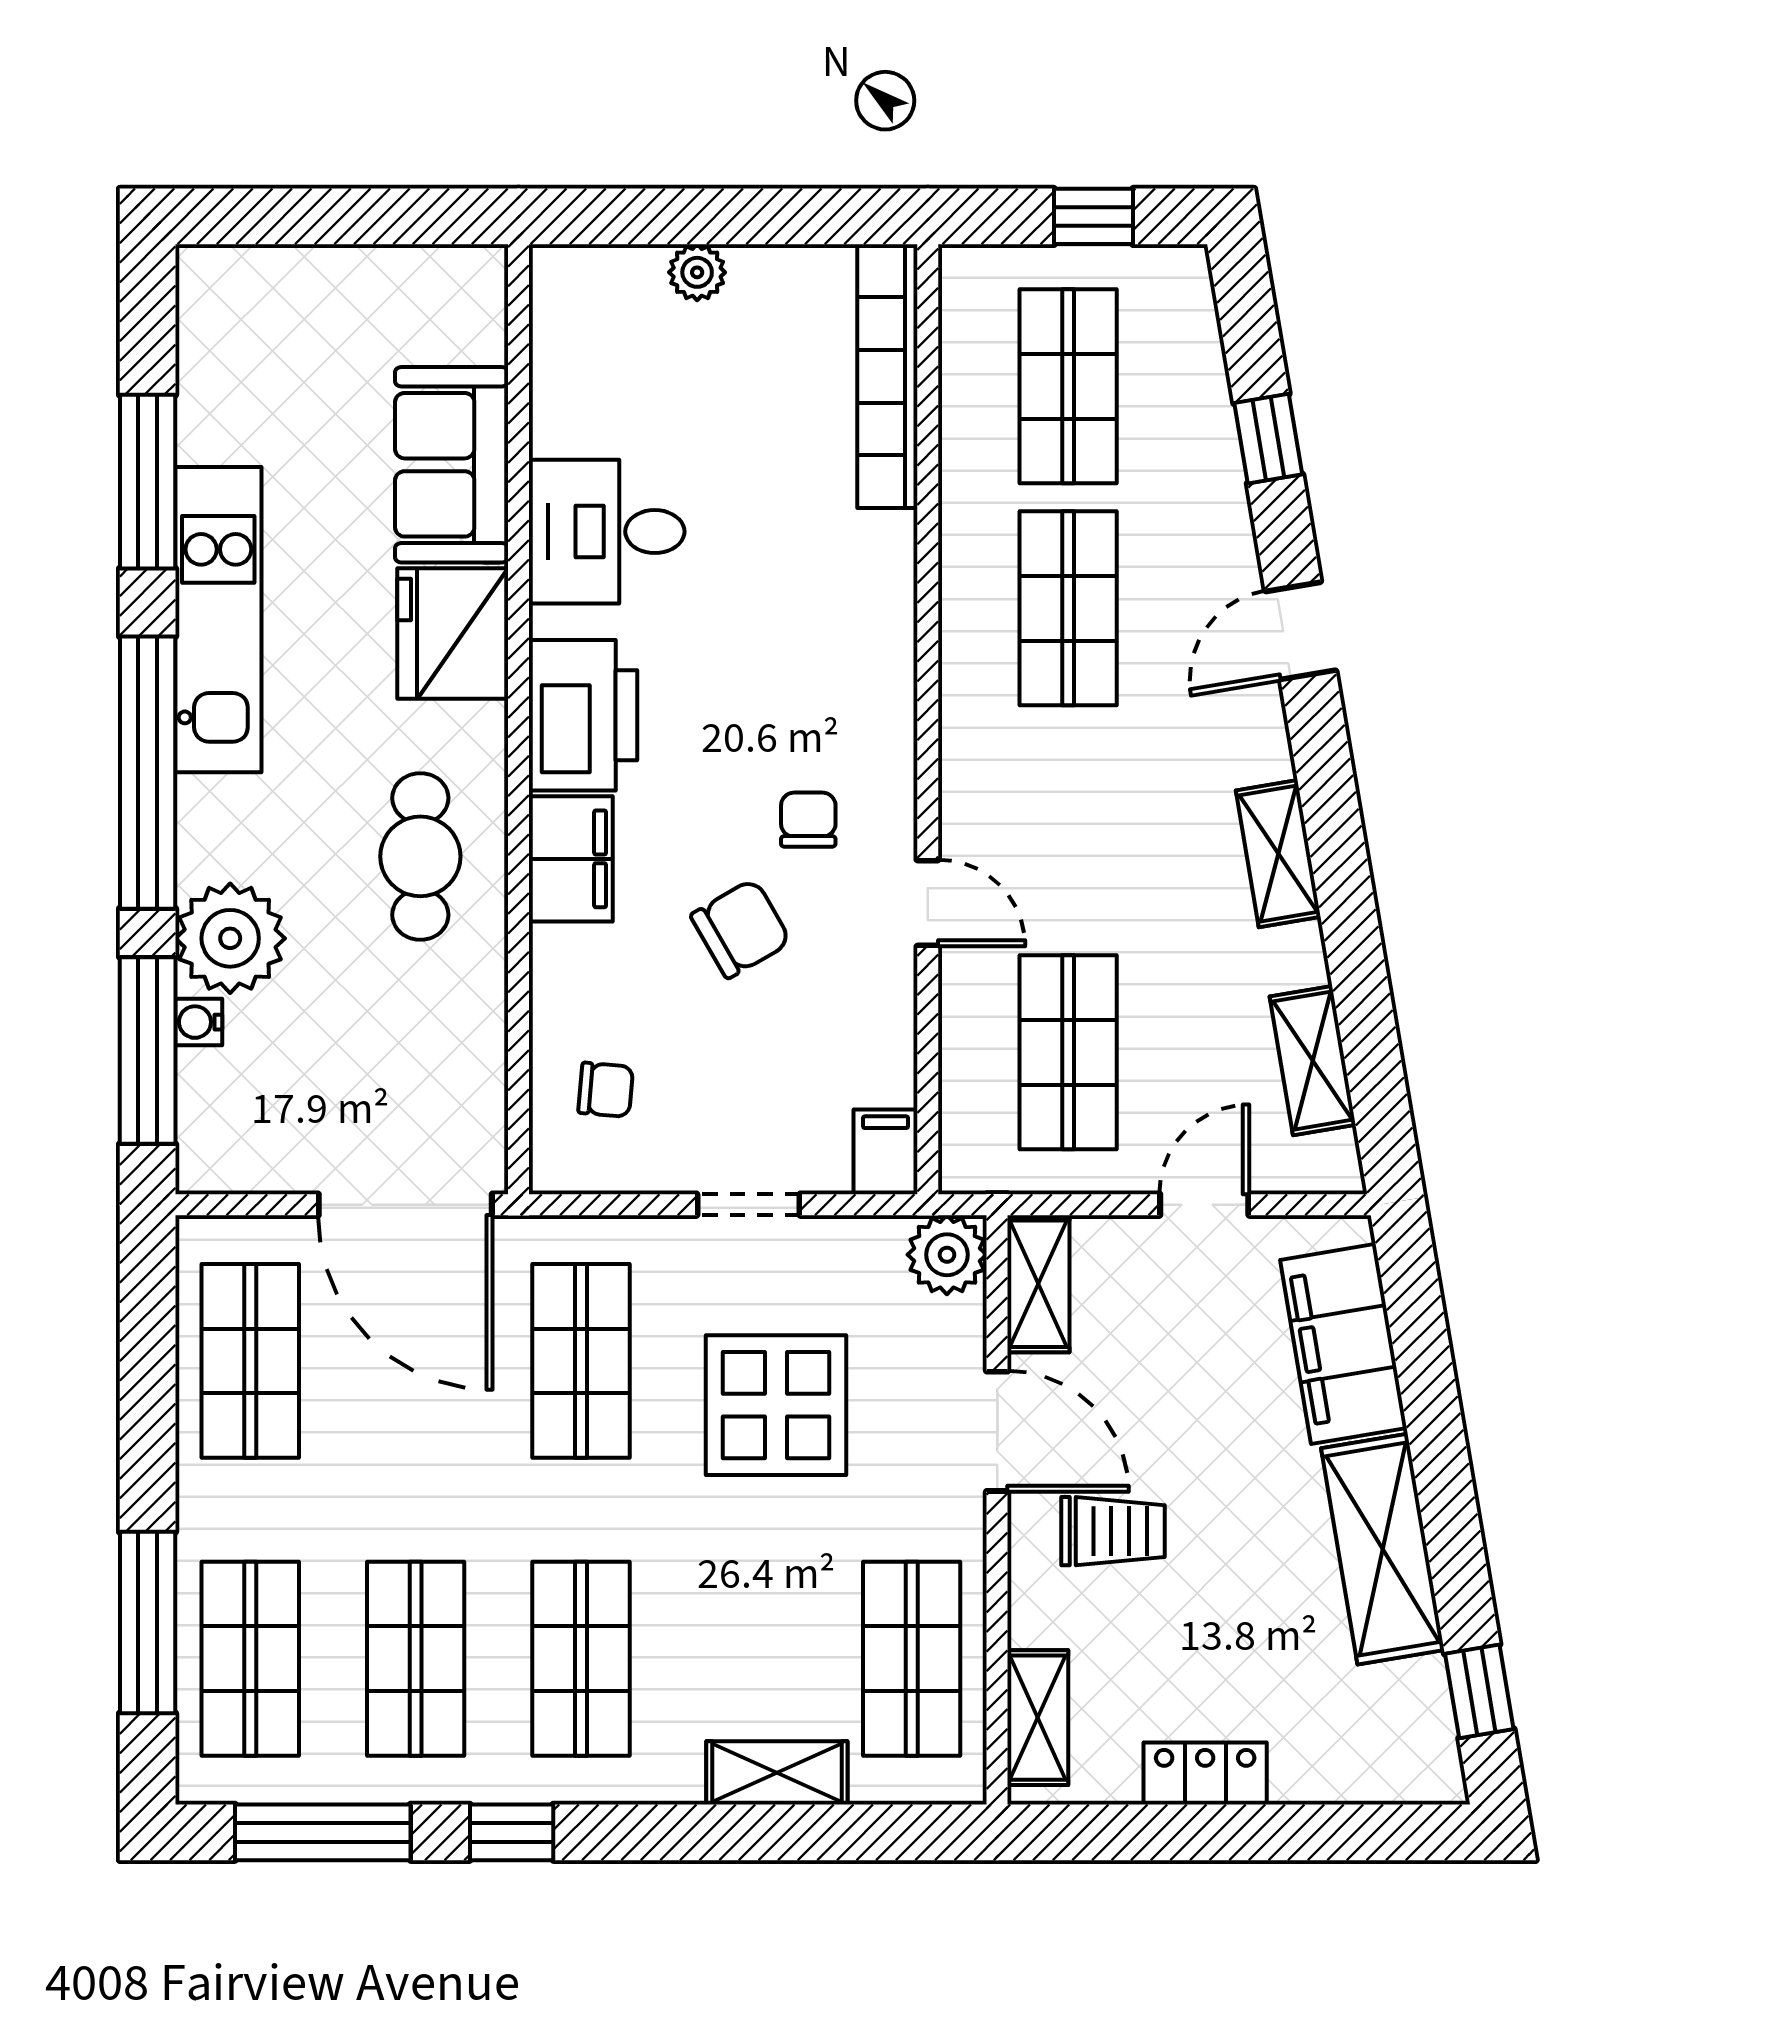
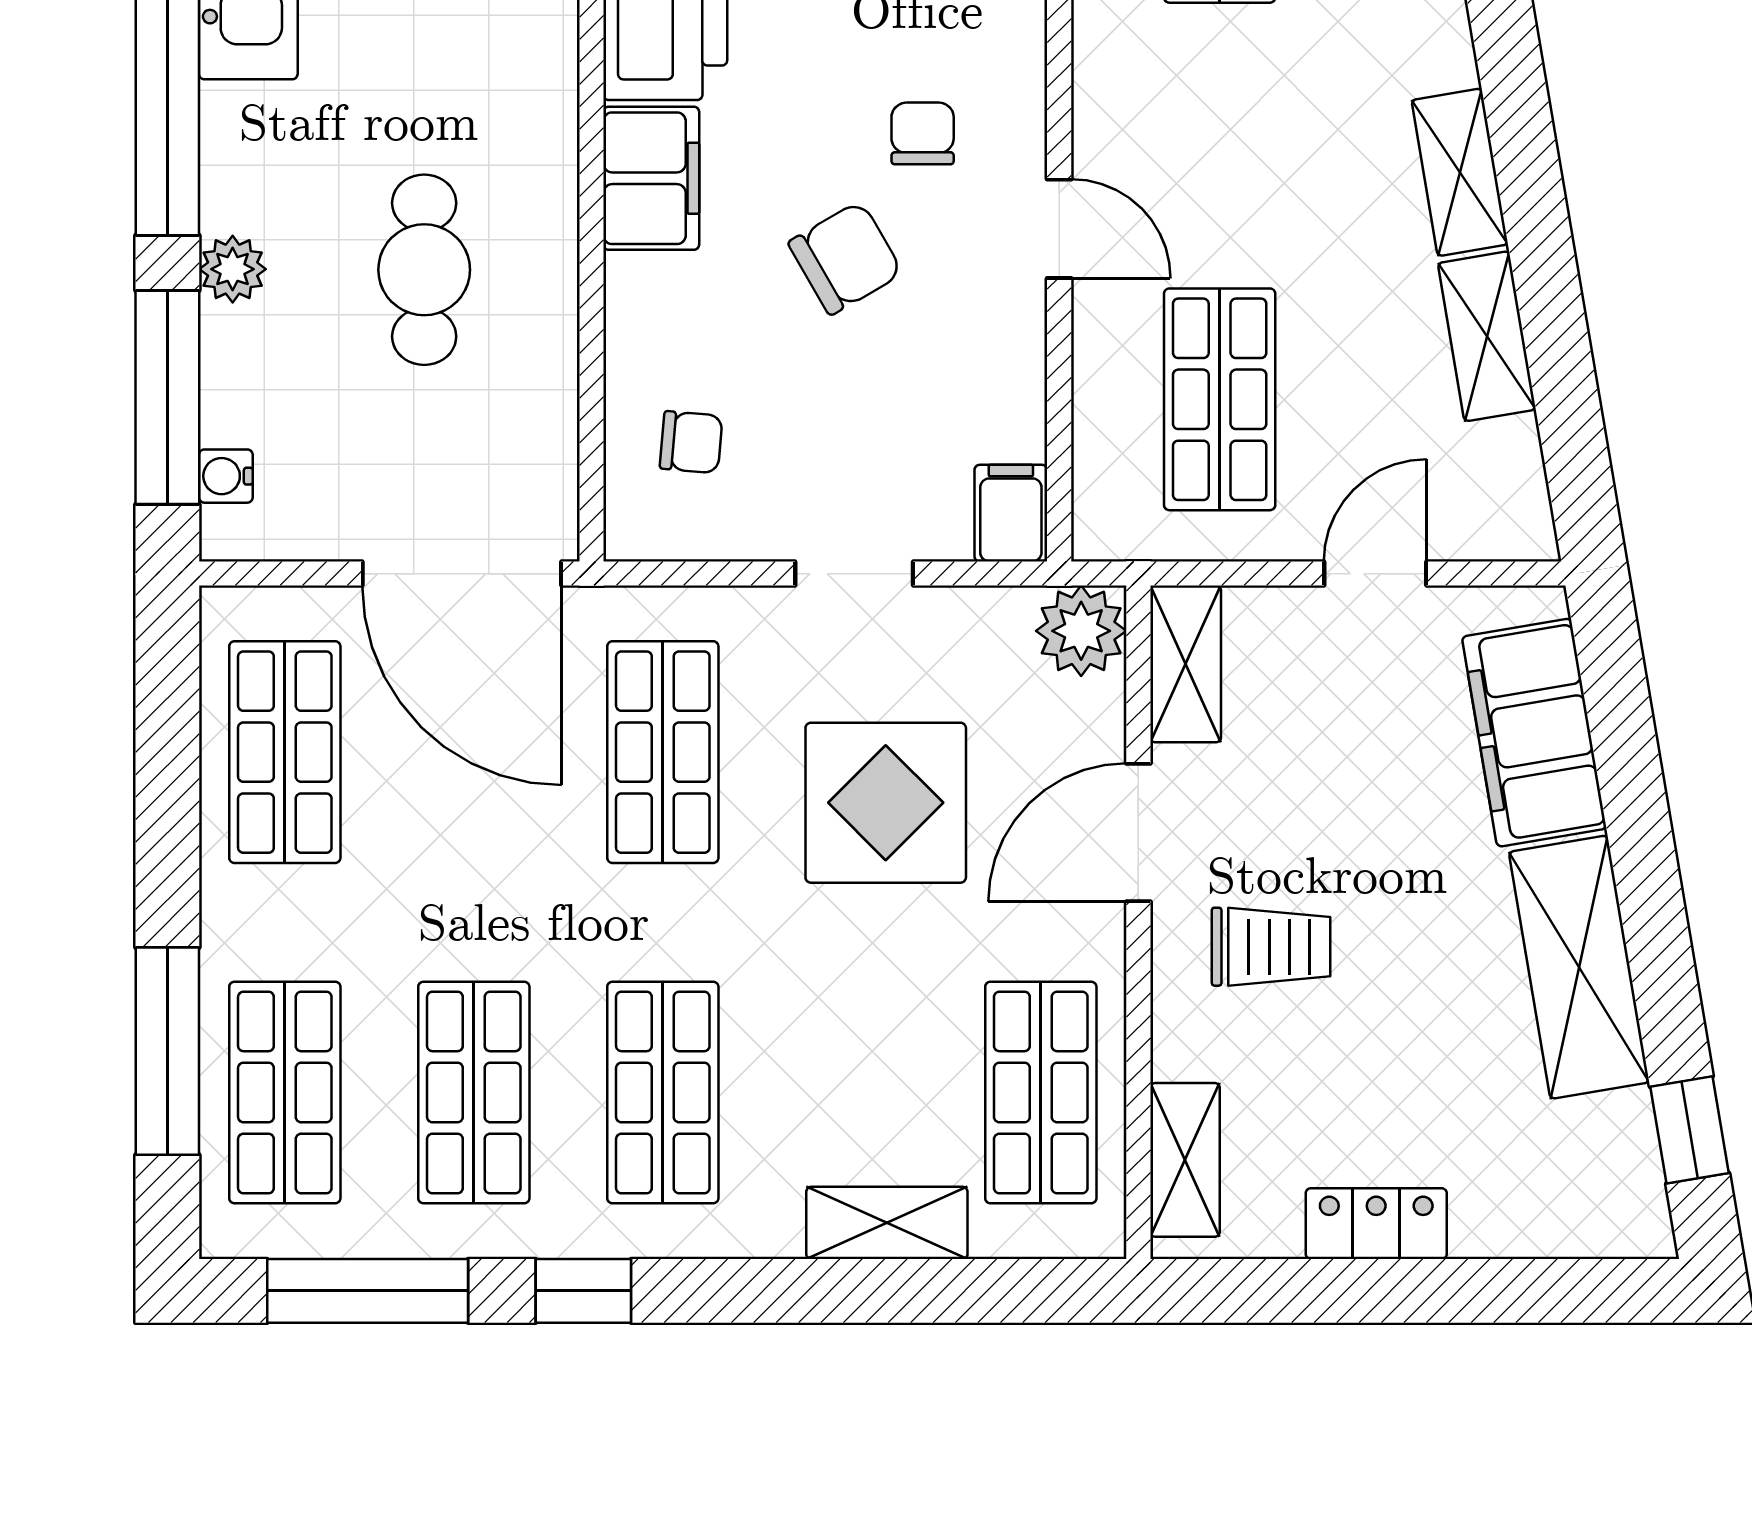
cafe table: (420, 856) -> (424, 270), moved
plant: (230, 938) -> (233, 269), width x0.53, depth x0.53
water cooler: (199, 1022) -> (226, 476), moved
shelving: (1313, 1061) -> (1487, 336), moved
door: (997, 1431) -> (1138, 833), swing flipped

